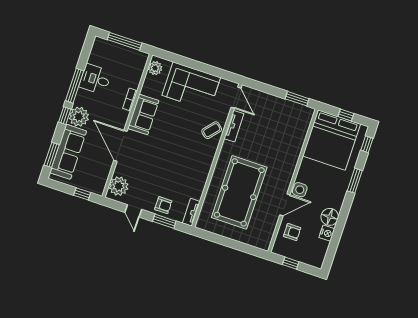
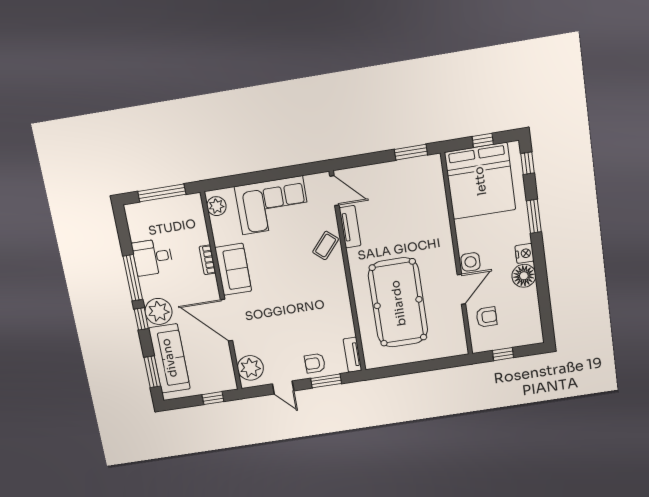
armchair: (163, 205) -> (315, 363), turned 180
nightstand: (327, 233) -> (524, 253), moved

